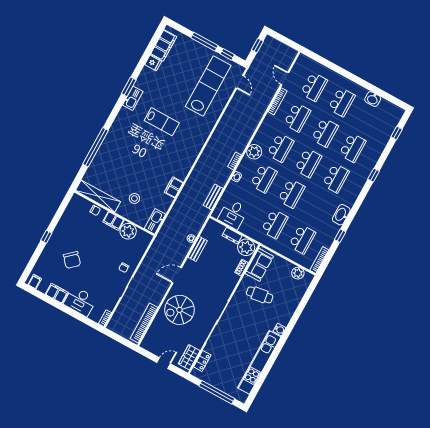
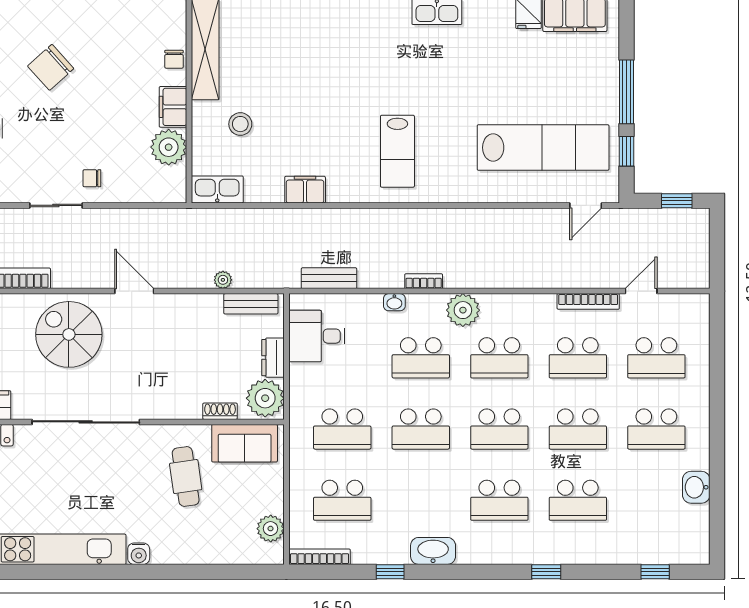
lab bench: (162, 122) -> (397, 151), moved
bench: (198, 249) -> (251, 304), moved

